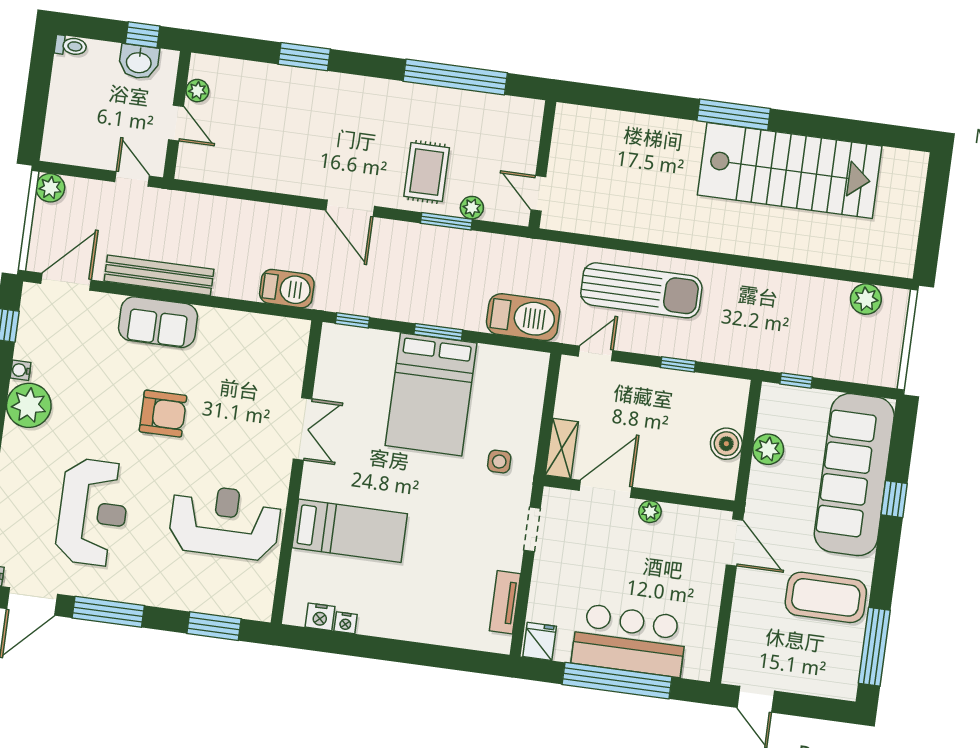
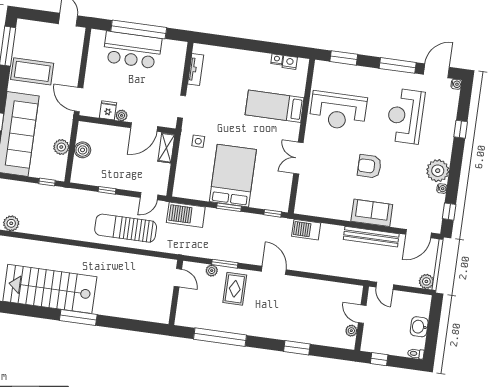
washbasin: (139, 62) -> (419, 327), moved, turned -90
fridge: (540, 641) -> (108, 110), moved, turned 180

